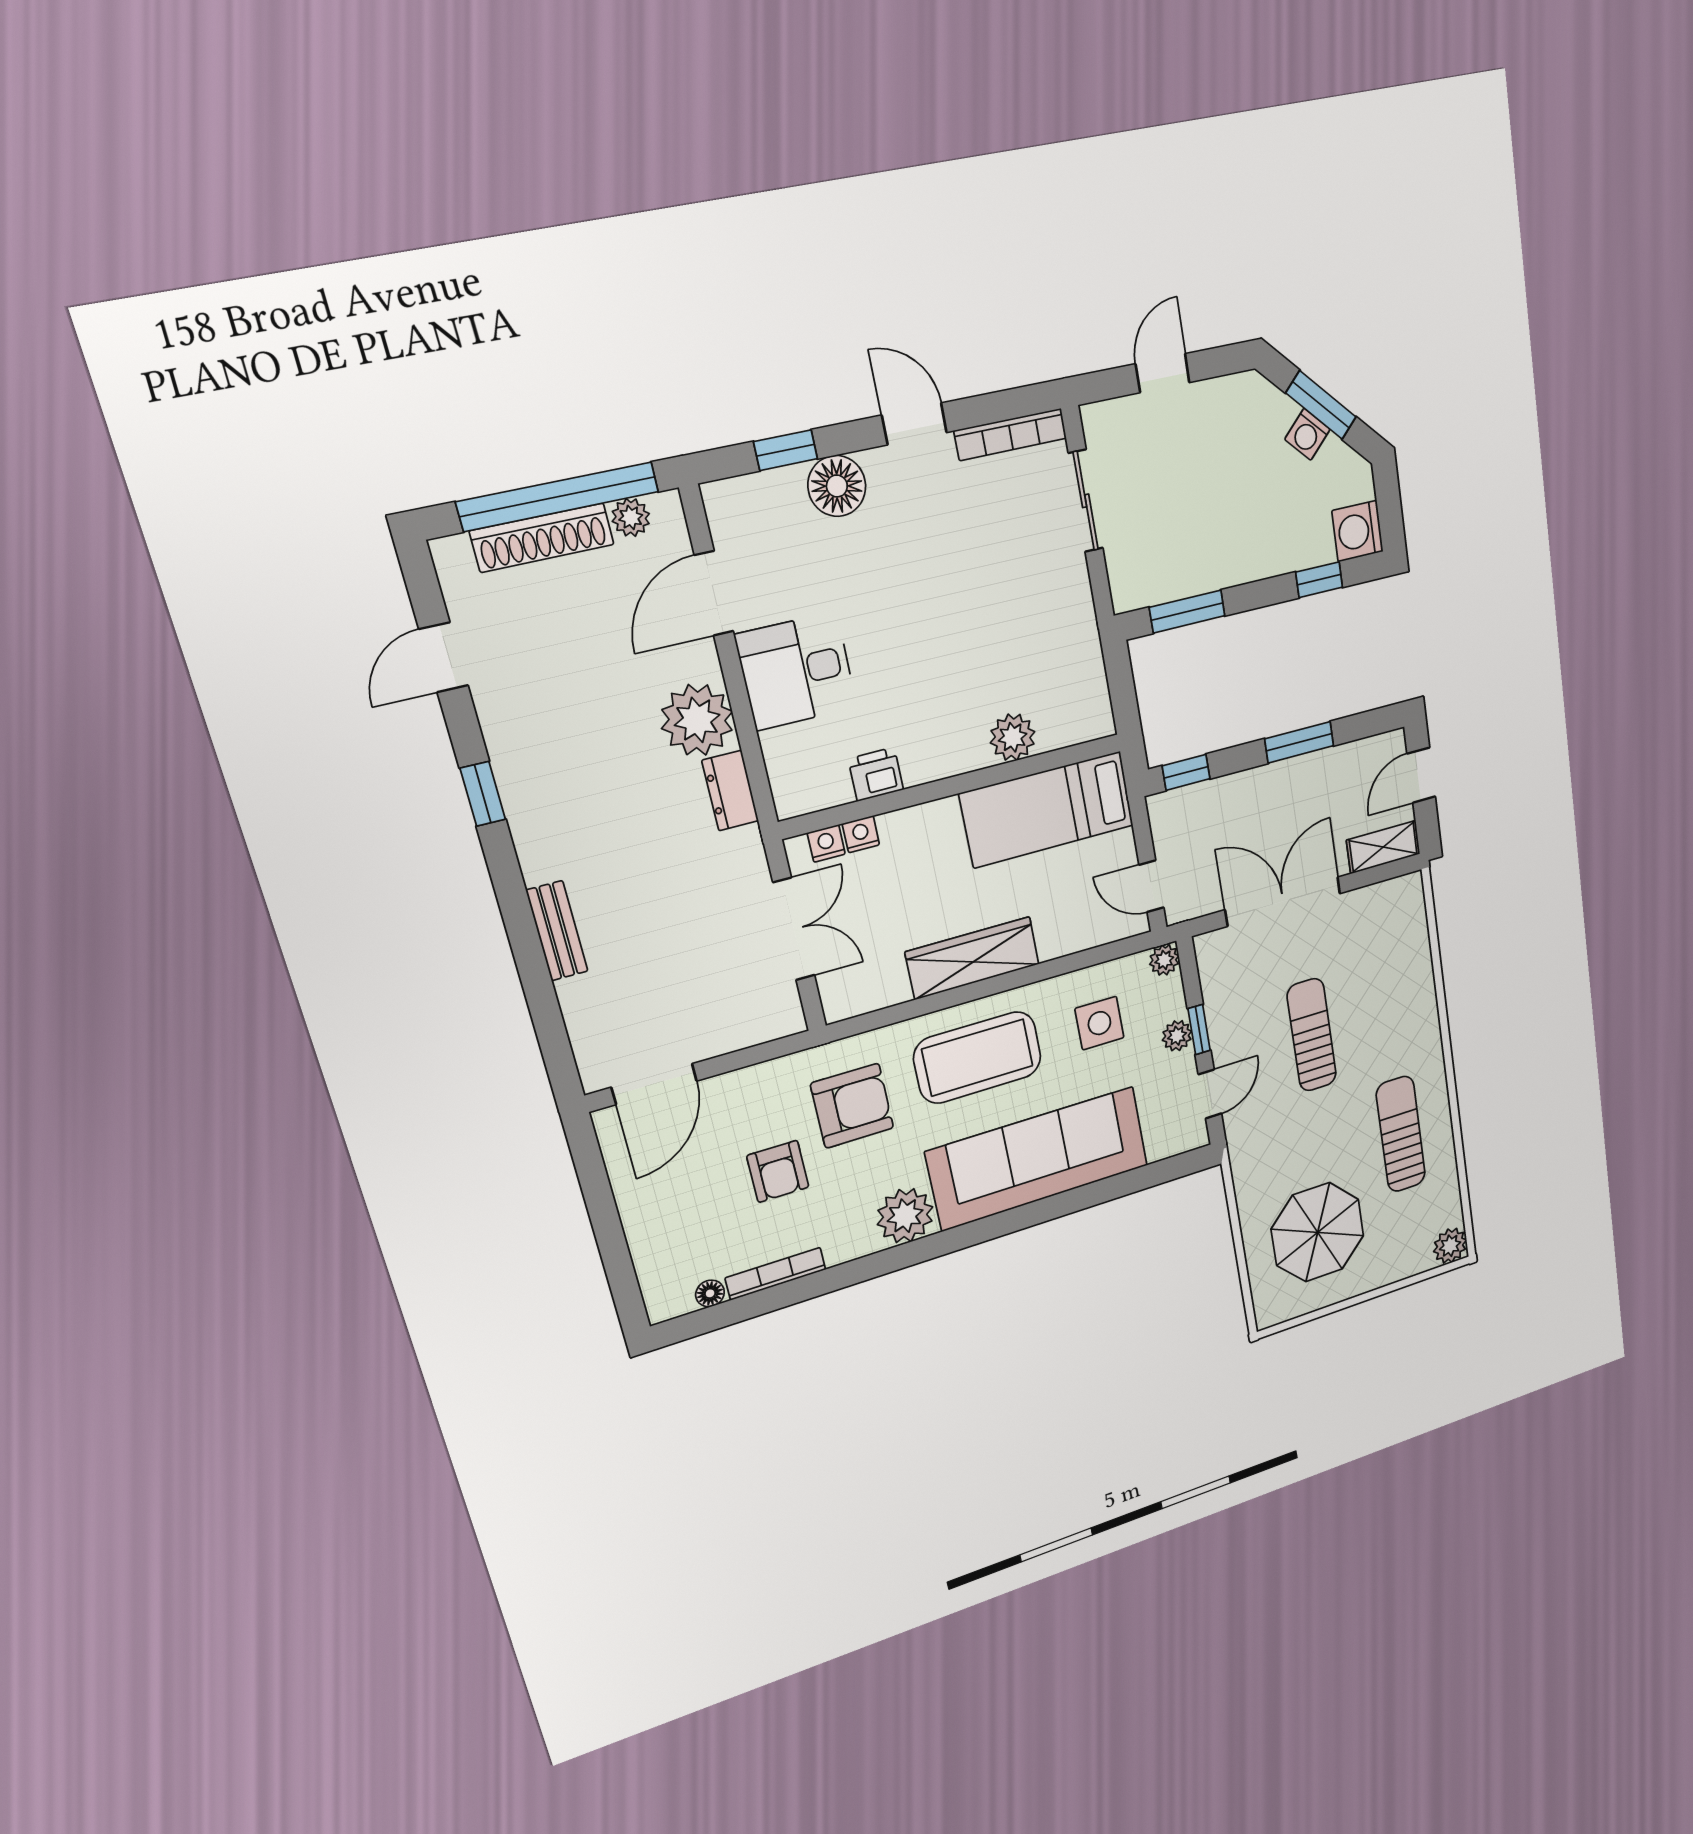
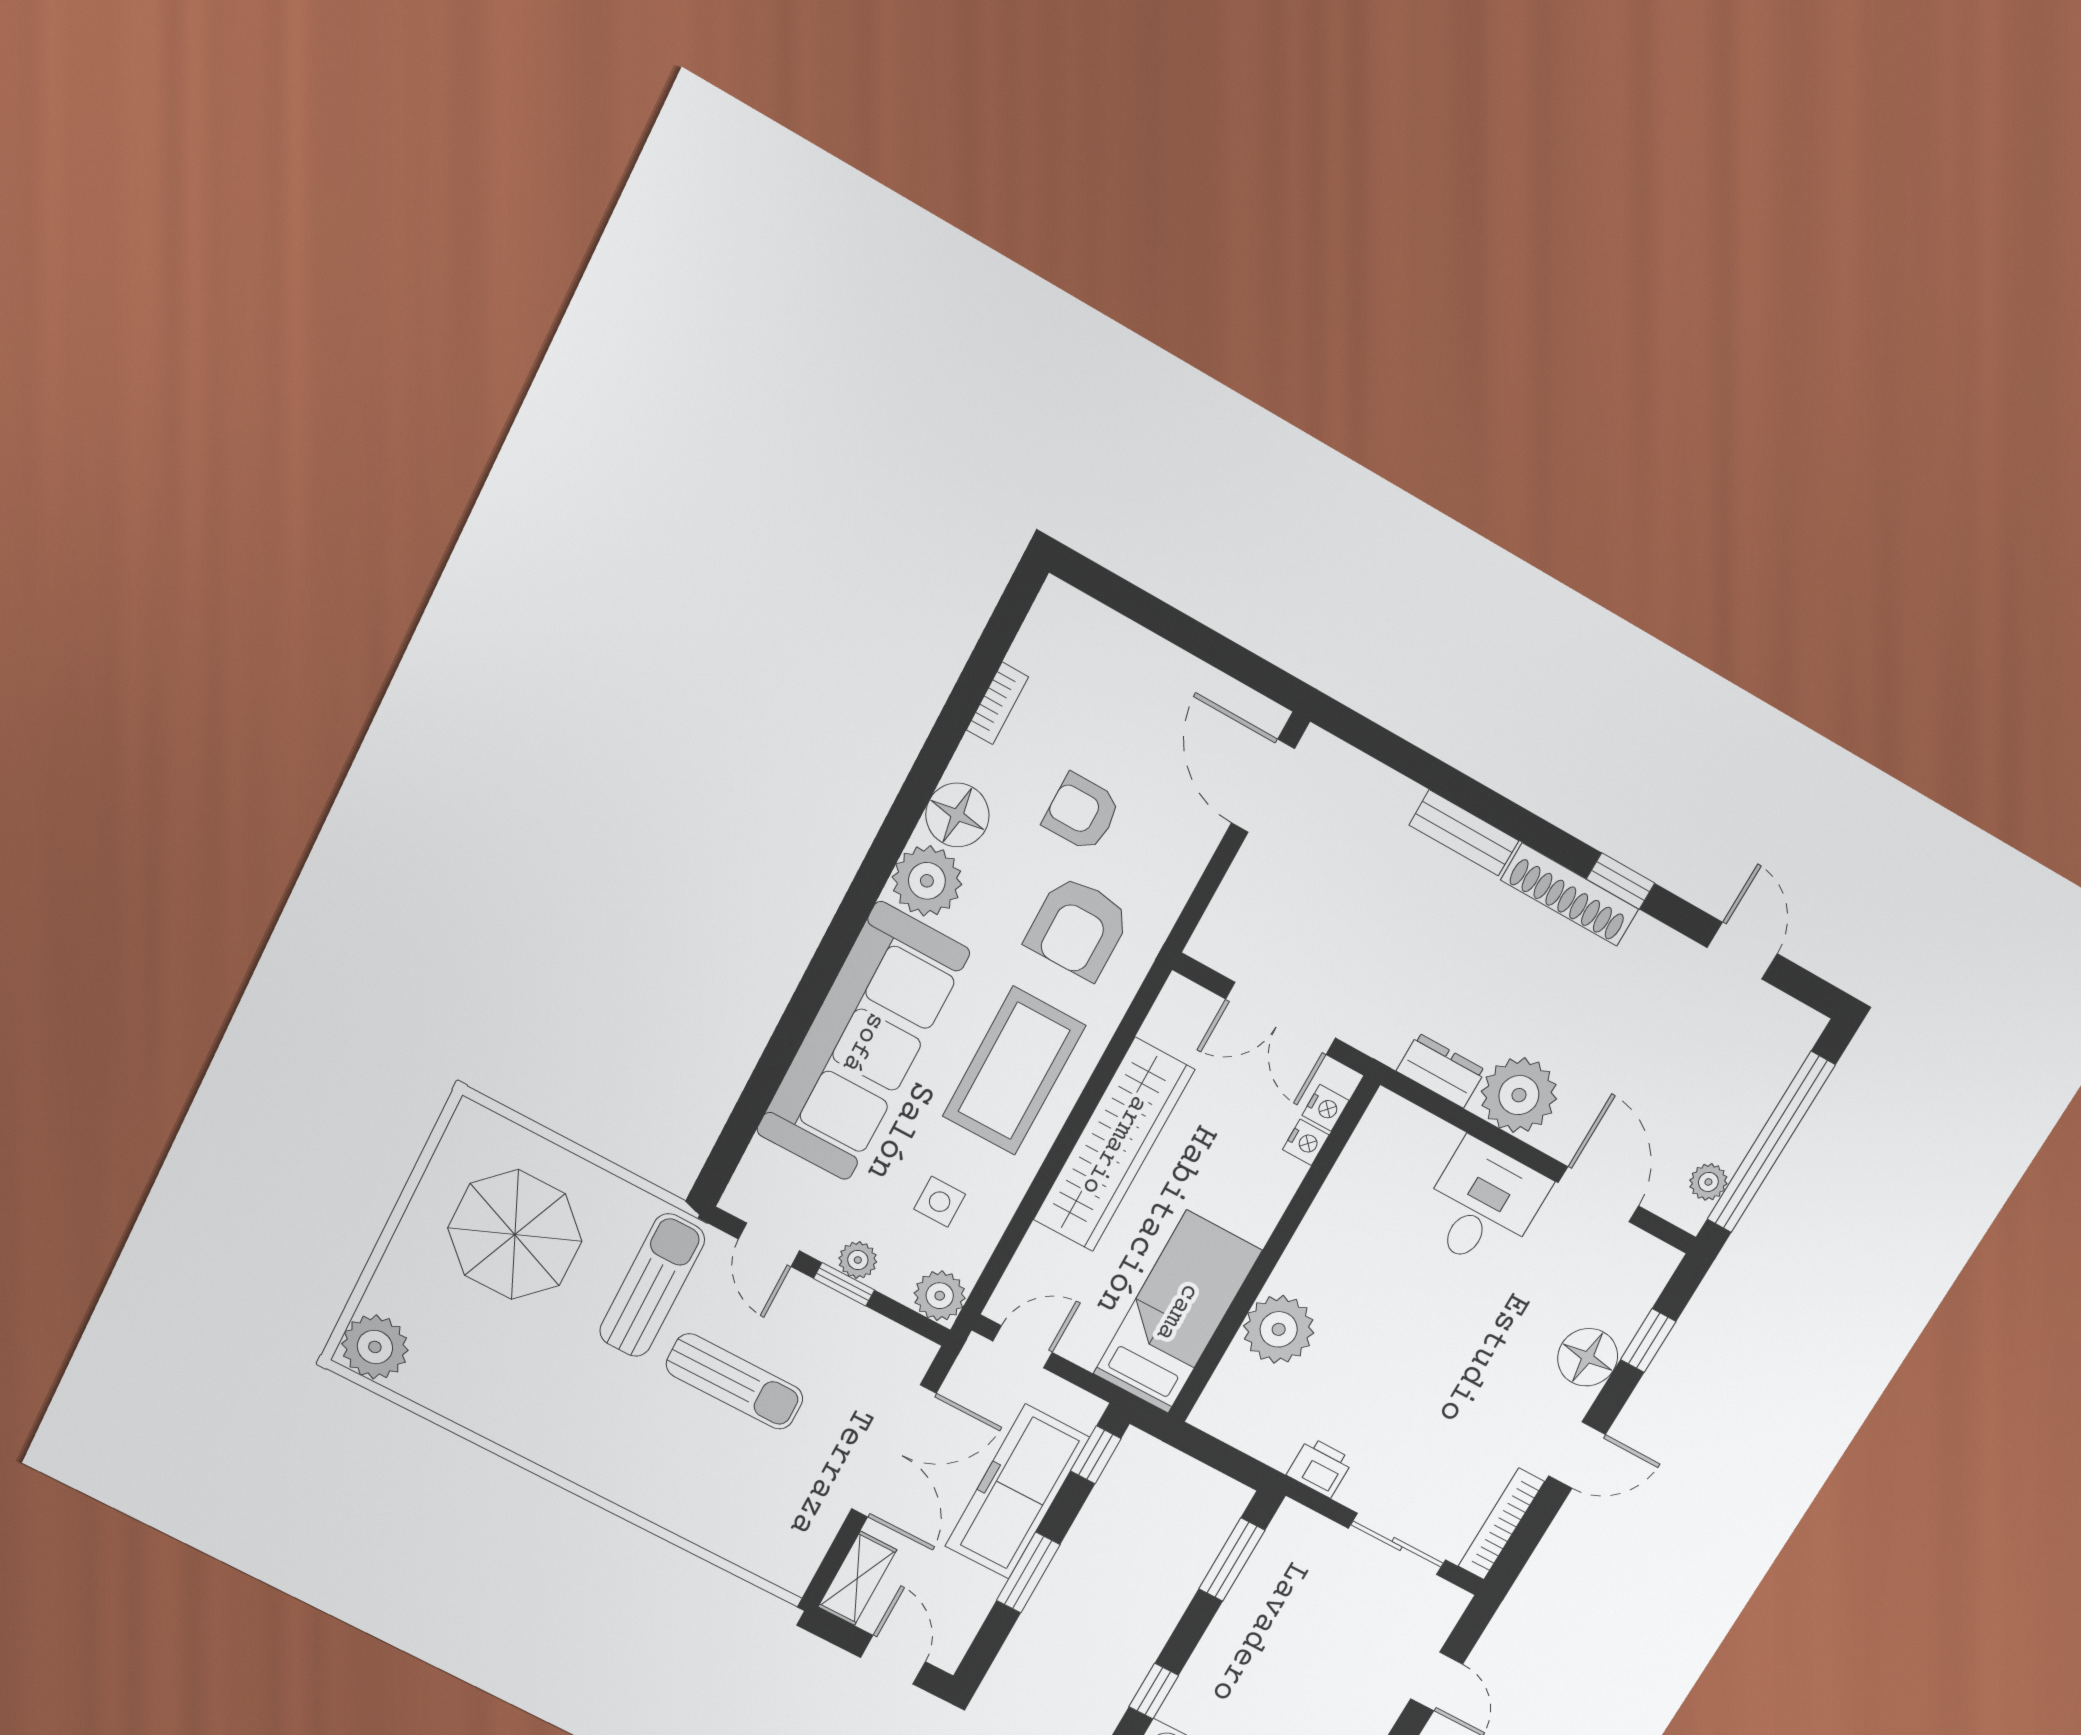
shoe rack: (542, 538) -> (1570, 895), moved, turned -90
plant: (1013, 737) -> (1279, 1329), width x1.36, depth x1.36
printer: (876, 774) -> (1320, 1467), moved, turned -90
freezer: (1250, 800) -> (1017, 1492), added
wardrobe: (972, 958) -> (1114, 1145), width x1.40, depth x1.17
plant: (1164, 960) -> (940, 1296), width x1.38, depth x1.38
side table: (1099, 1023) -> (940, 1202), width x0.73, depth x0.73
sun lounger: (1401, 1134) -> (652, 1285), moved, turned -90
plant: (1450, 1246) -> (375, 1347), width x1.36, depth x1.36
bookcase: (776, 1274) -> (997, 703), width x0.64
floor lamp: (710, 1293) -> (957, 815), moved, width x1.89, depth x1.89

